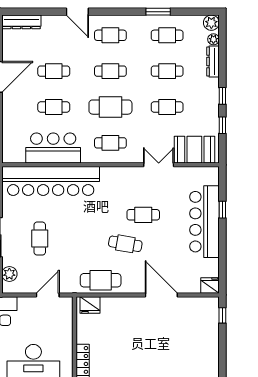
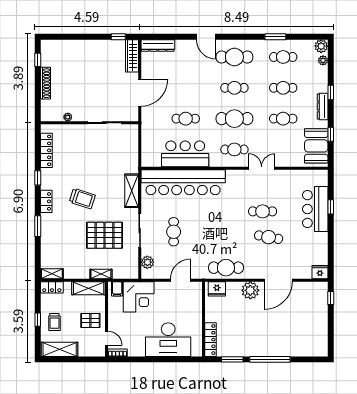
cafe table: (110, 35) -> (234, 57), width x1.37, depth x1.35
dresser: (213, 62) -> (323, 106), moved
cafe table: (54, 71) -> (186, 88), removed
window: (222, 96) -> (331, 93), moved
booth: (194, 150) -> (316, 146), moved, turned 90
double door: (159, 165) -> (262, 168), moved
bar counter: (204, 222) -> (315, 209), width x0.73
cafe table: (125, 244) -> (269, 237), moved
door: (161, 295) -> (278, 280), swing flipped
plant: (129, 307) -> (250, 290), added

